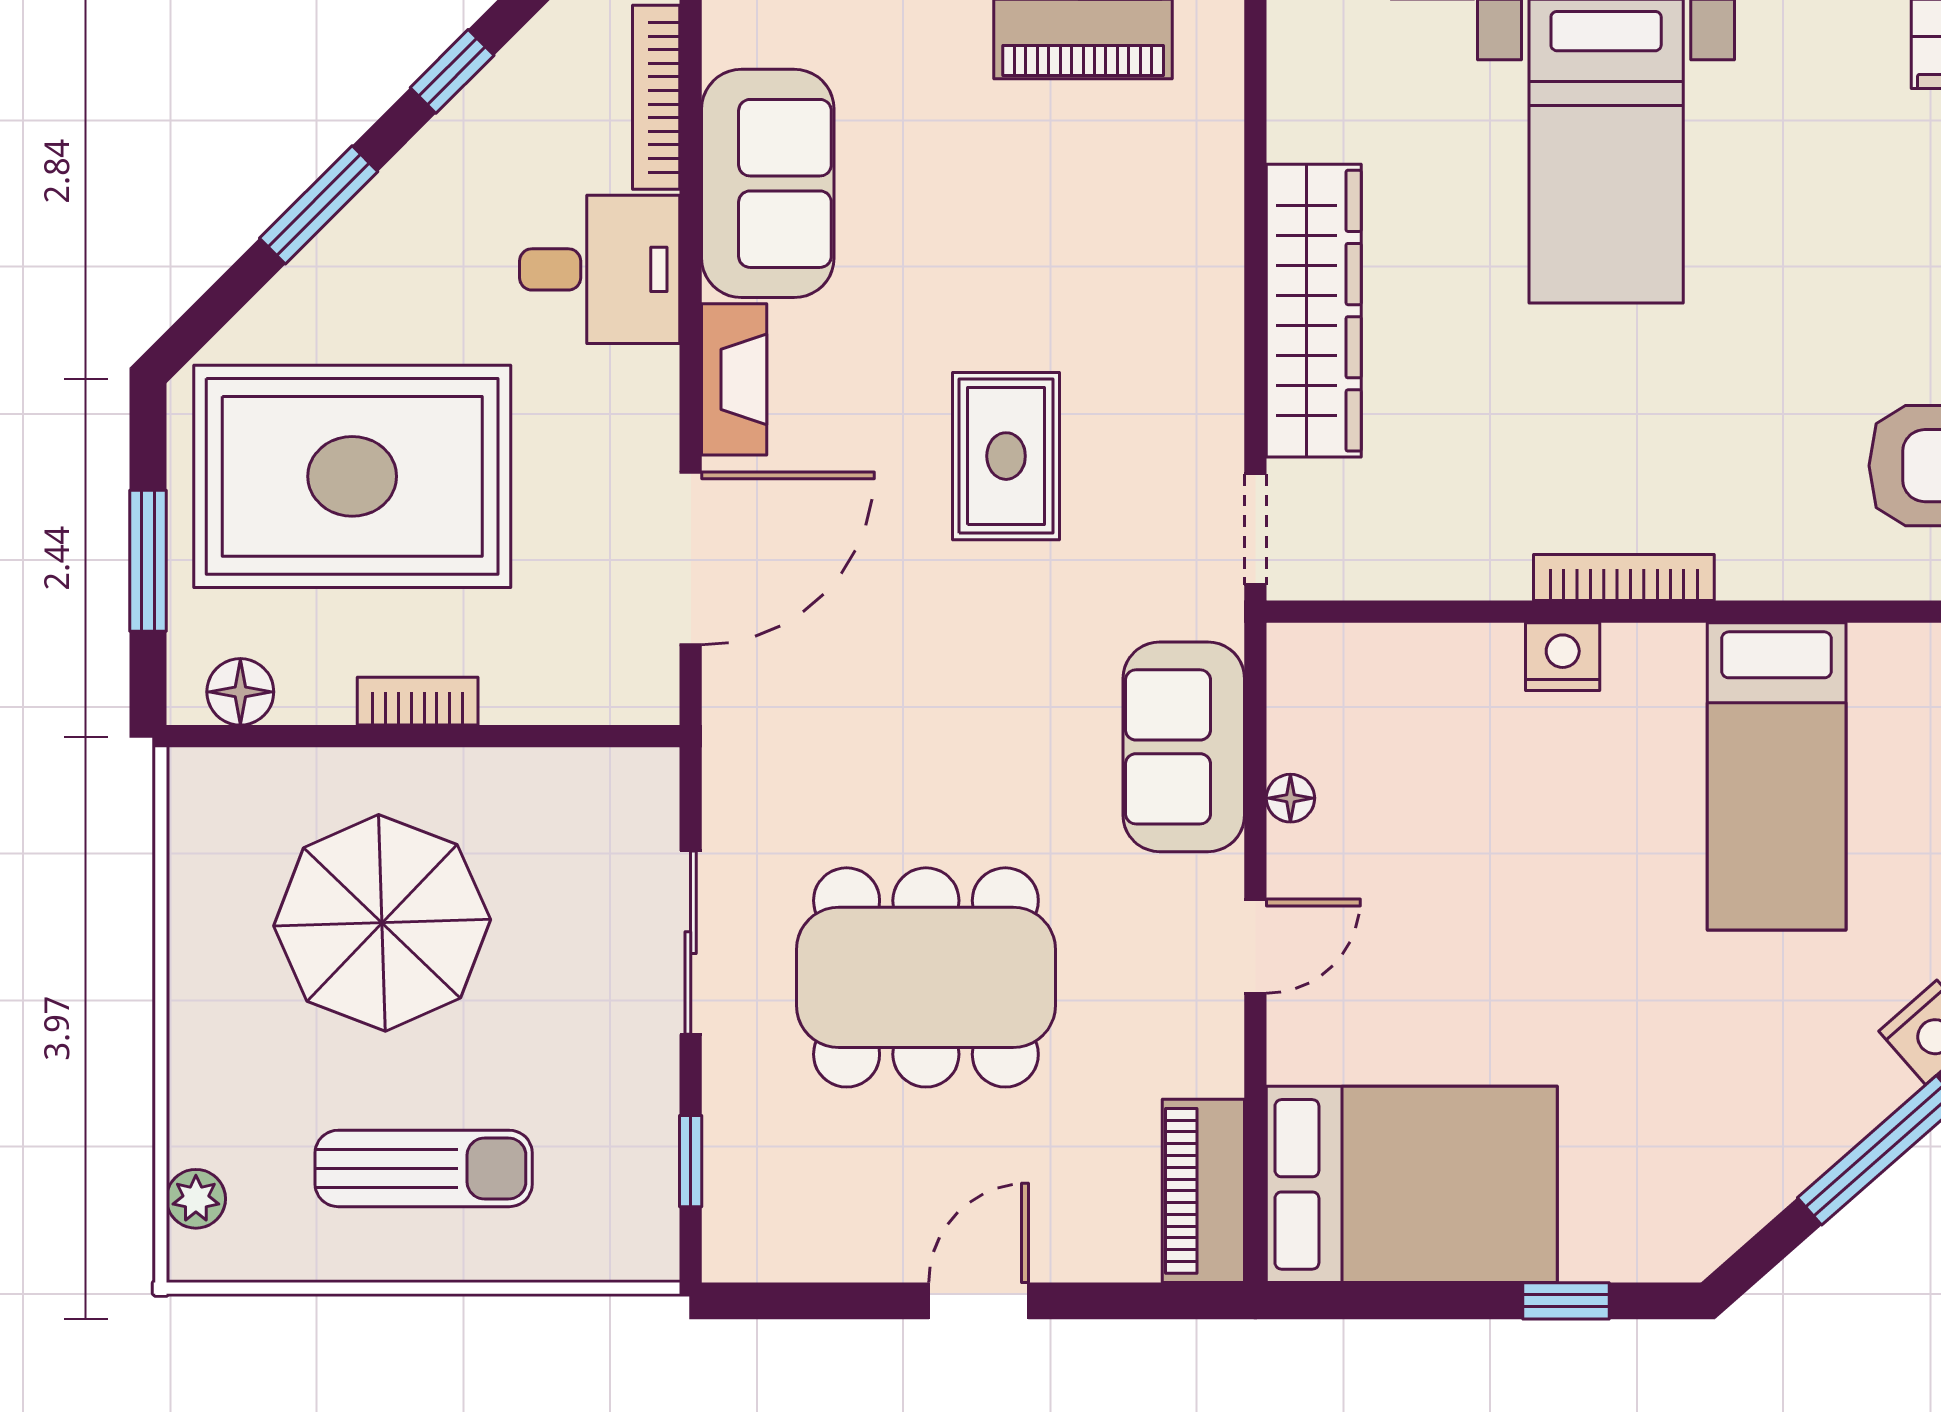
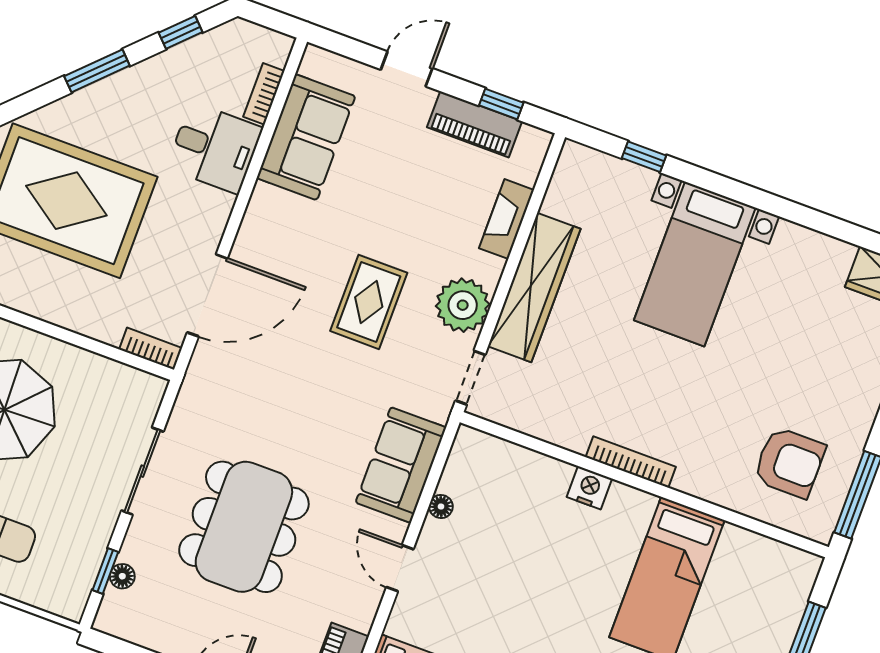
bookcase: (656, 97) -> (264, 94), width x0.64
fireplace: (734, 379) -> (507, 219), moved, turned 180
plant: (1189, 395) -> (463, 305), added
bookcase: (418, 701) -> (151, 349), moved
door: (1255, 946) -> (400, 568), swing flipped
dining table: (926, 977) -> (244, 527), turned 90
floor lamp: (727, 1159) -> (122, 576), added

